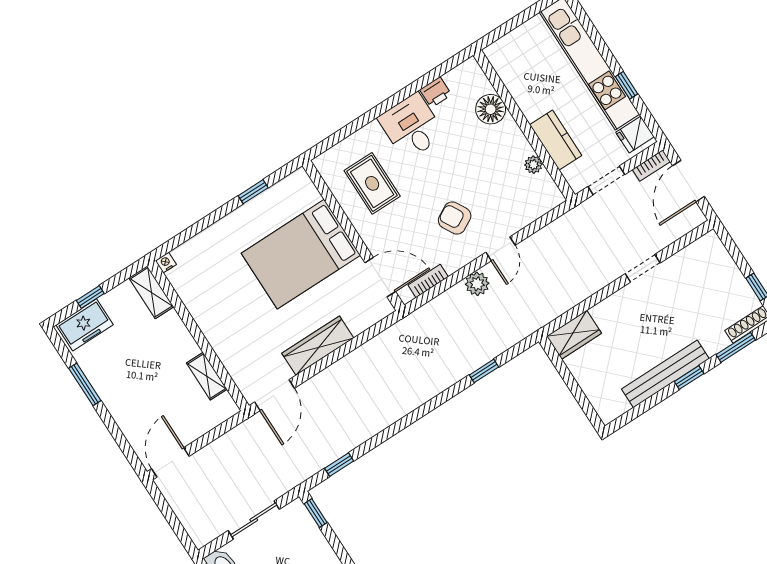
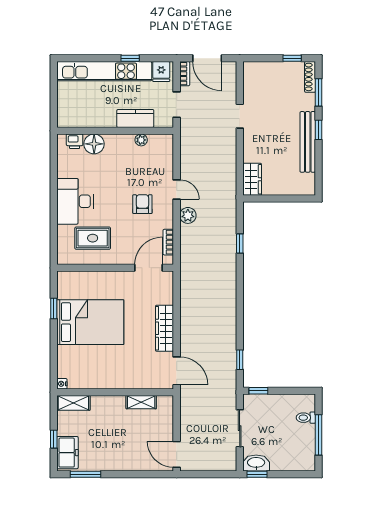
printer: (436, 92) -> (75, 141), moved, turned 90
desk: (412, 127) -> (75, 201), width x1.37
armchair: (455, 218) -> (142, 204), turned 119
bed: (301, 254) -> (90, 322), moved, turned -90
window: (85, 384) -> (86, 474), moved

